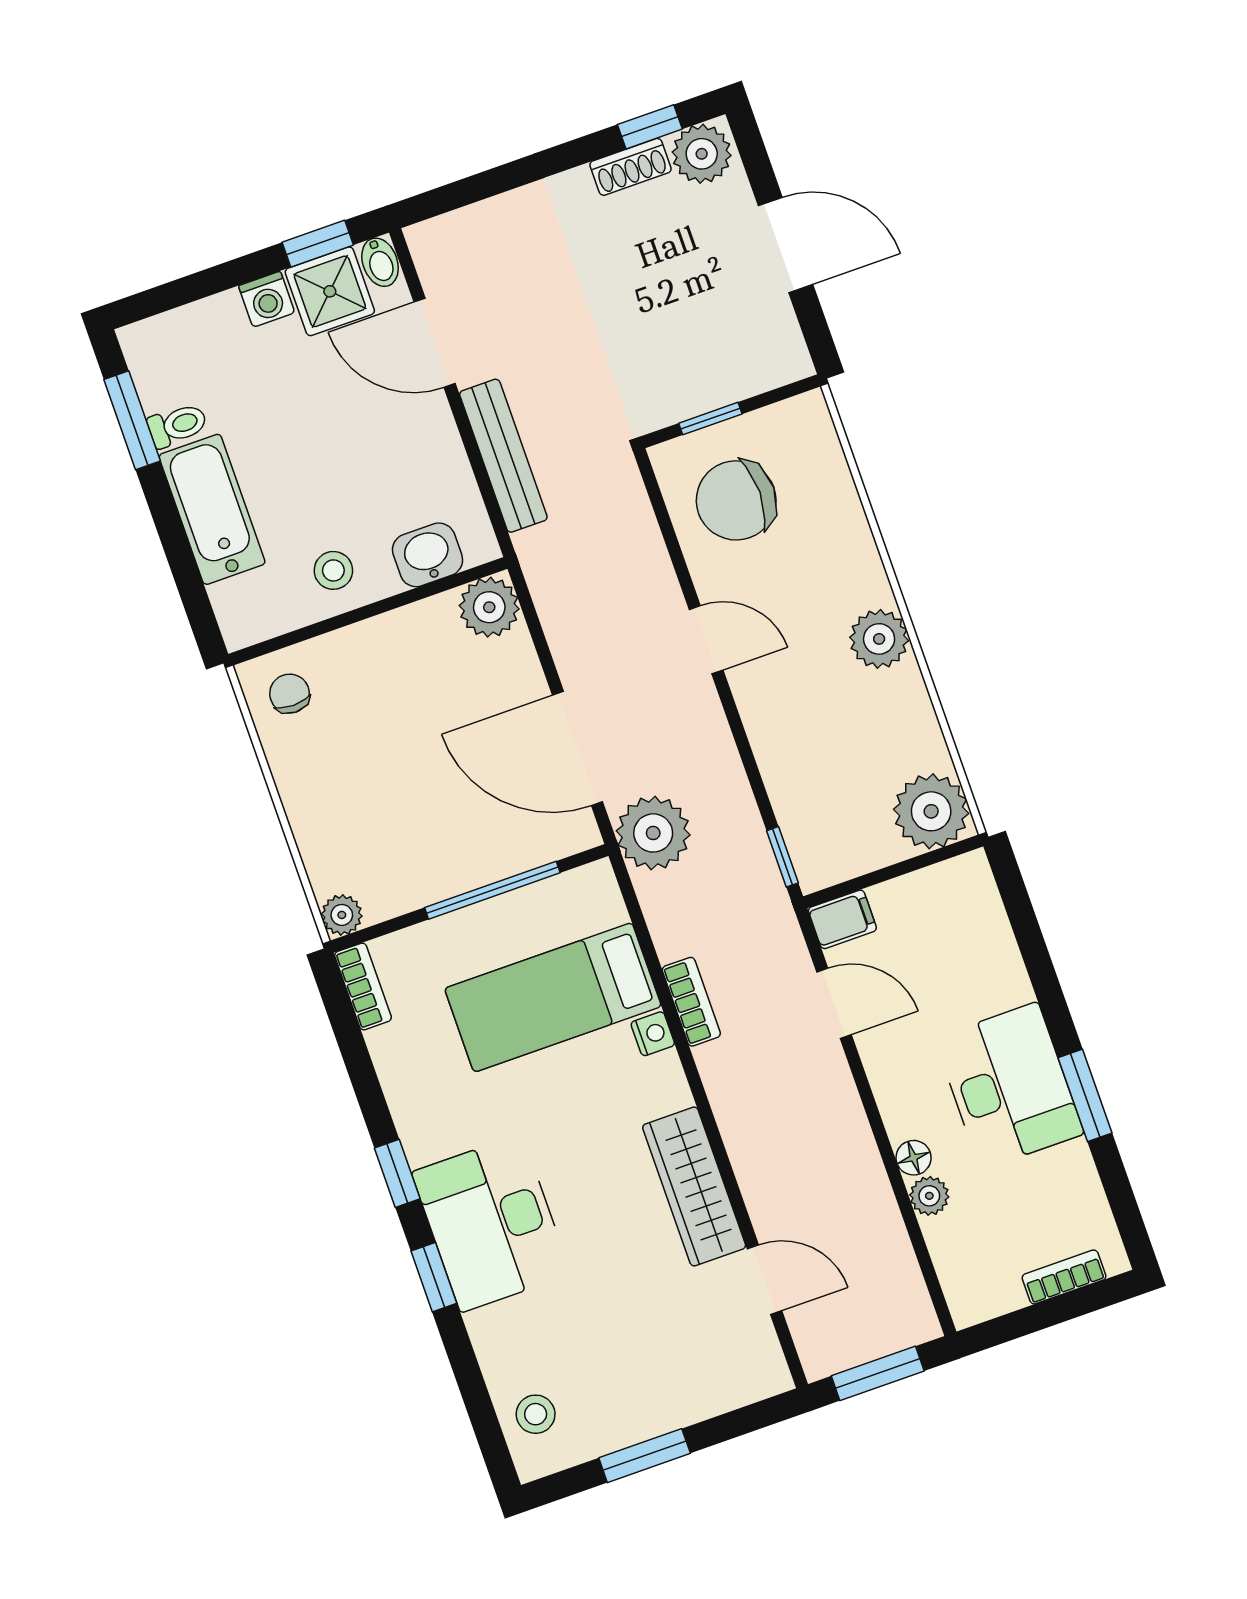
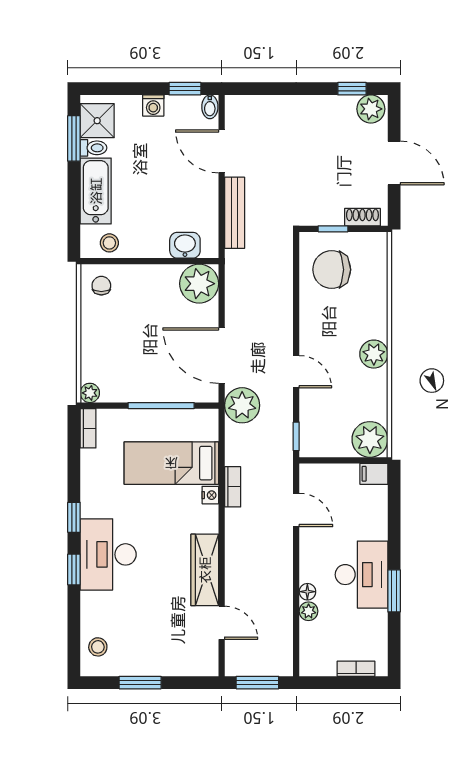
shoe rack: (631, 167) -> (362, 217), moved, turned 180
shower: (330, 291) -> (97, 121), moved
stool: (333, 570) -> (109, 243), moved
plant: (489, 607) -> (199, 284), width x1.36, depth x1.36
door: (706, 640) -> (296, 372), moved
filing cabinet: (842, 919) -> (374, 474), moved, turned 180

